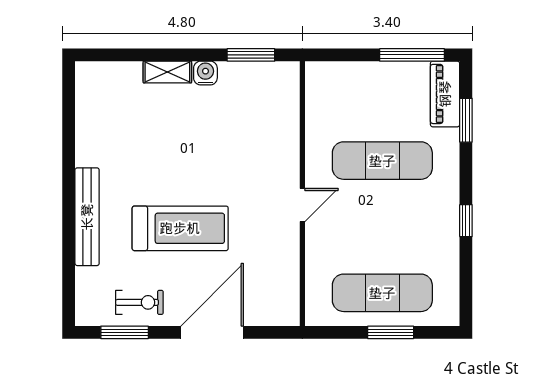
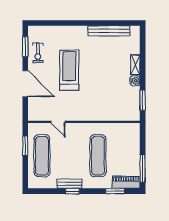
door: (302, 205) -> (58, 122), moved
bench: (87, 217) -> (109, 31), moved
treadmill: (180, 228) -> (69, 70), turned 180
bench: (449, 228) -> (70, 184), added
window: (391, 332) -> (25, 146), moved

